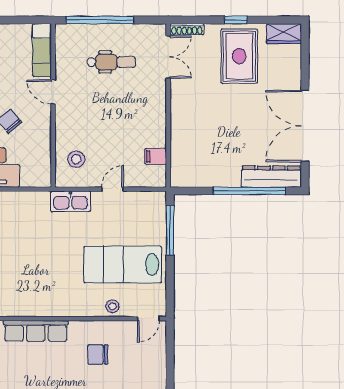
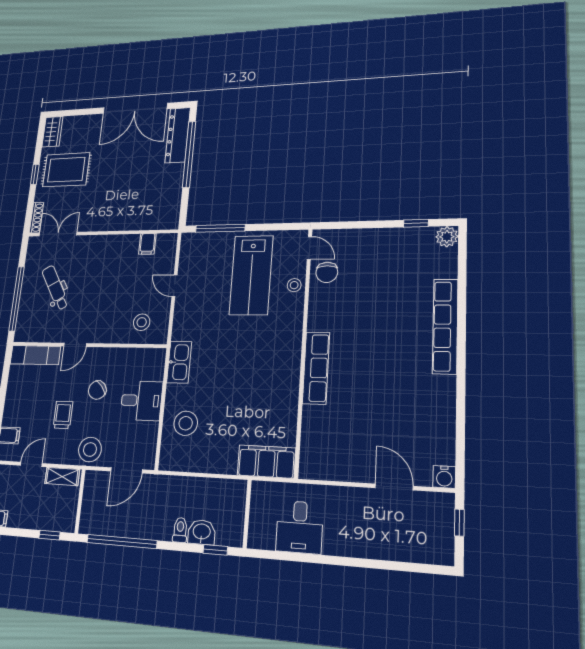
dental chair: (111, 62) -> (55, 288), turned -30
kitchen sink: (71, 201) -> (179, 362), moved
chair: (98, 354) -> (327, 272), moved

